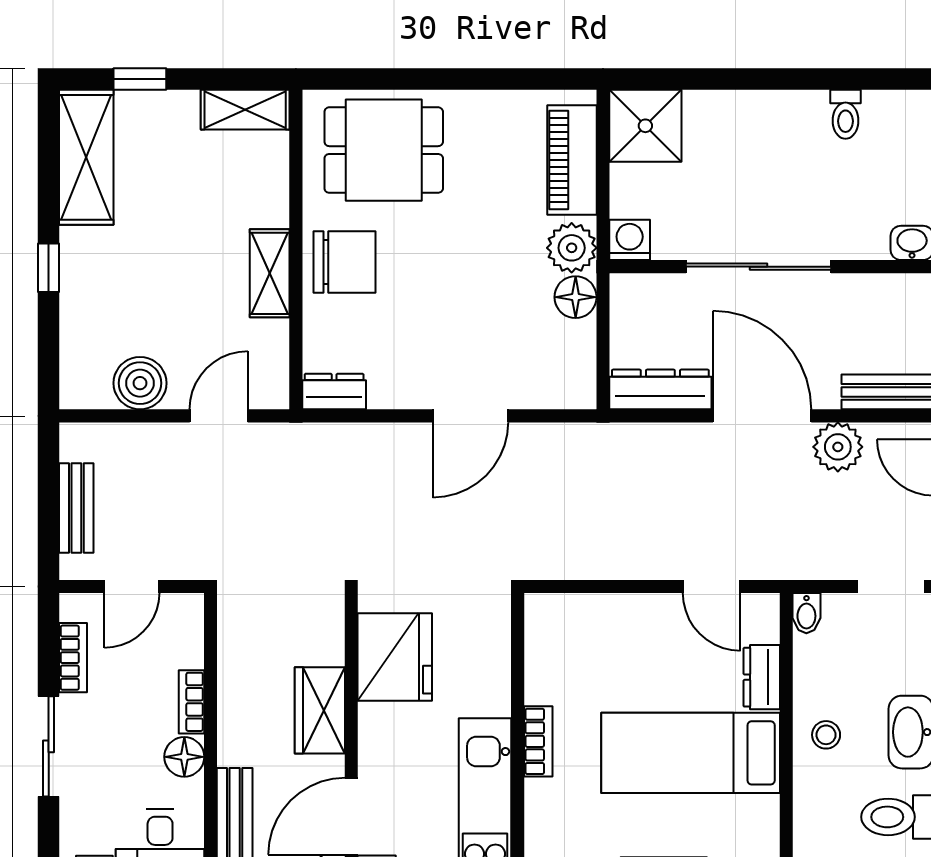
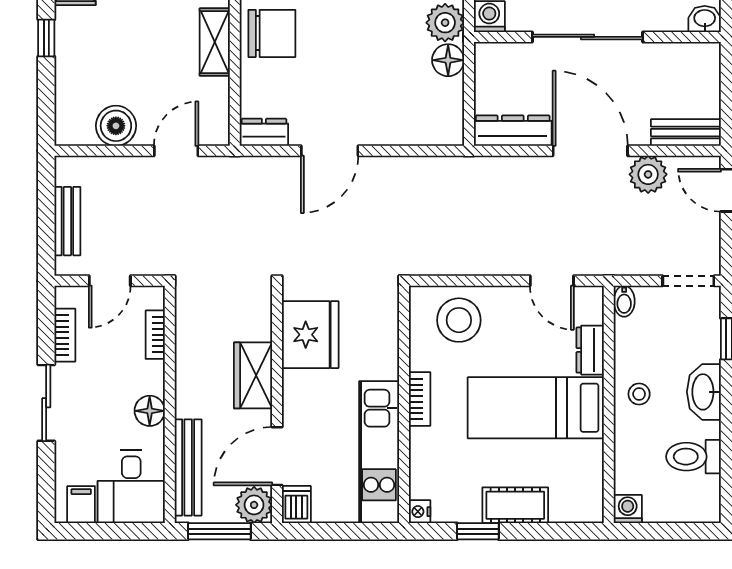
door: (470, 416) -> (330, 151), moved
stool: (590, 638) -> (459, 320), added
bookcase: (192, 702) -> (155, 335), moved

